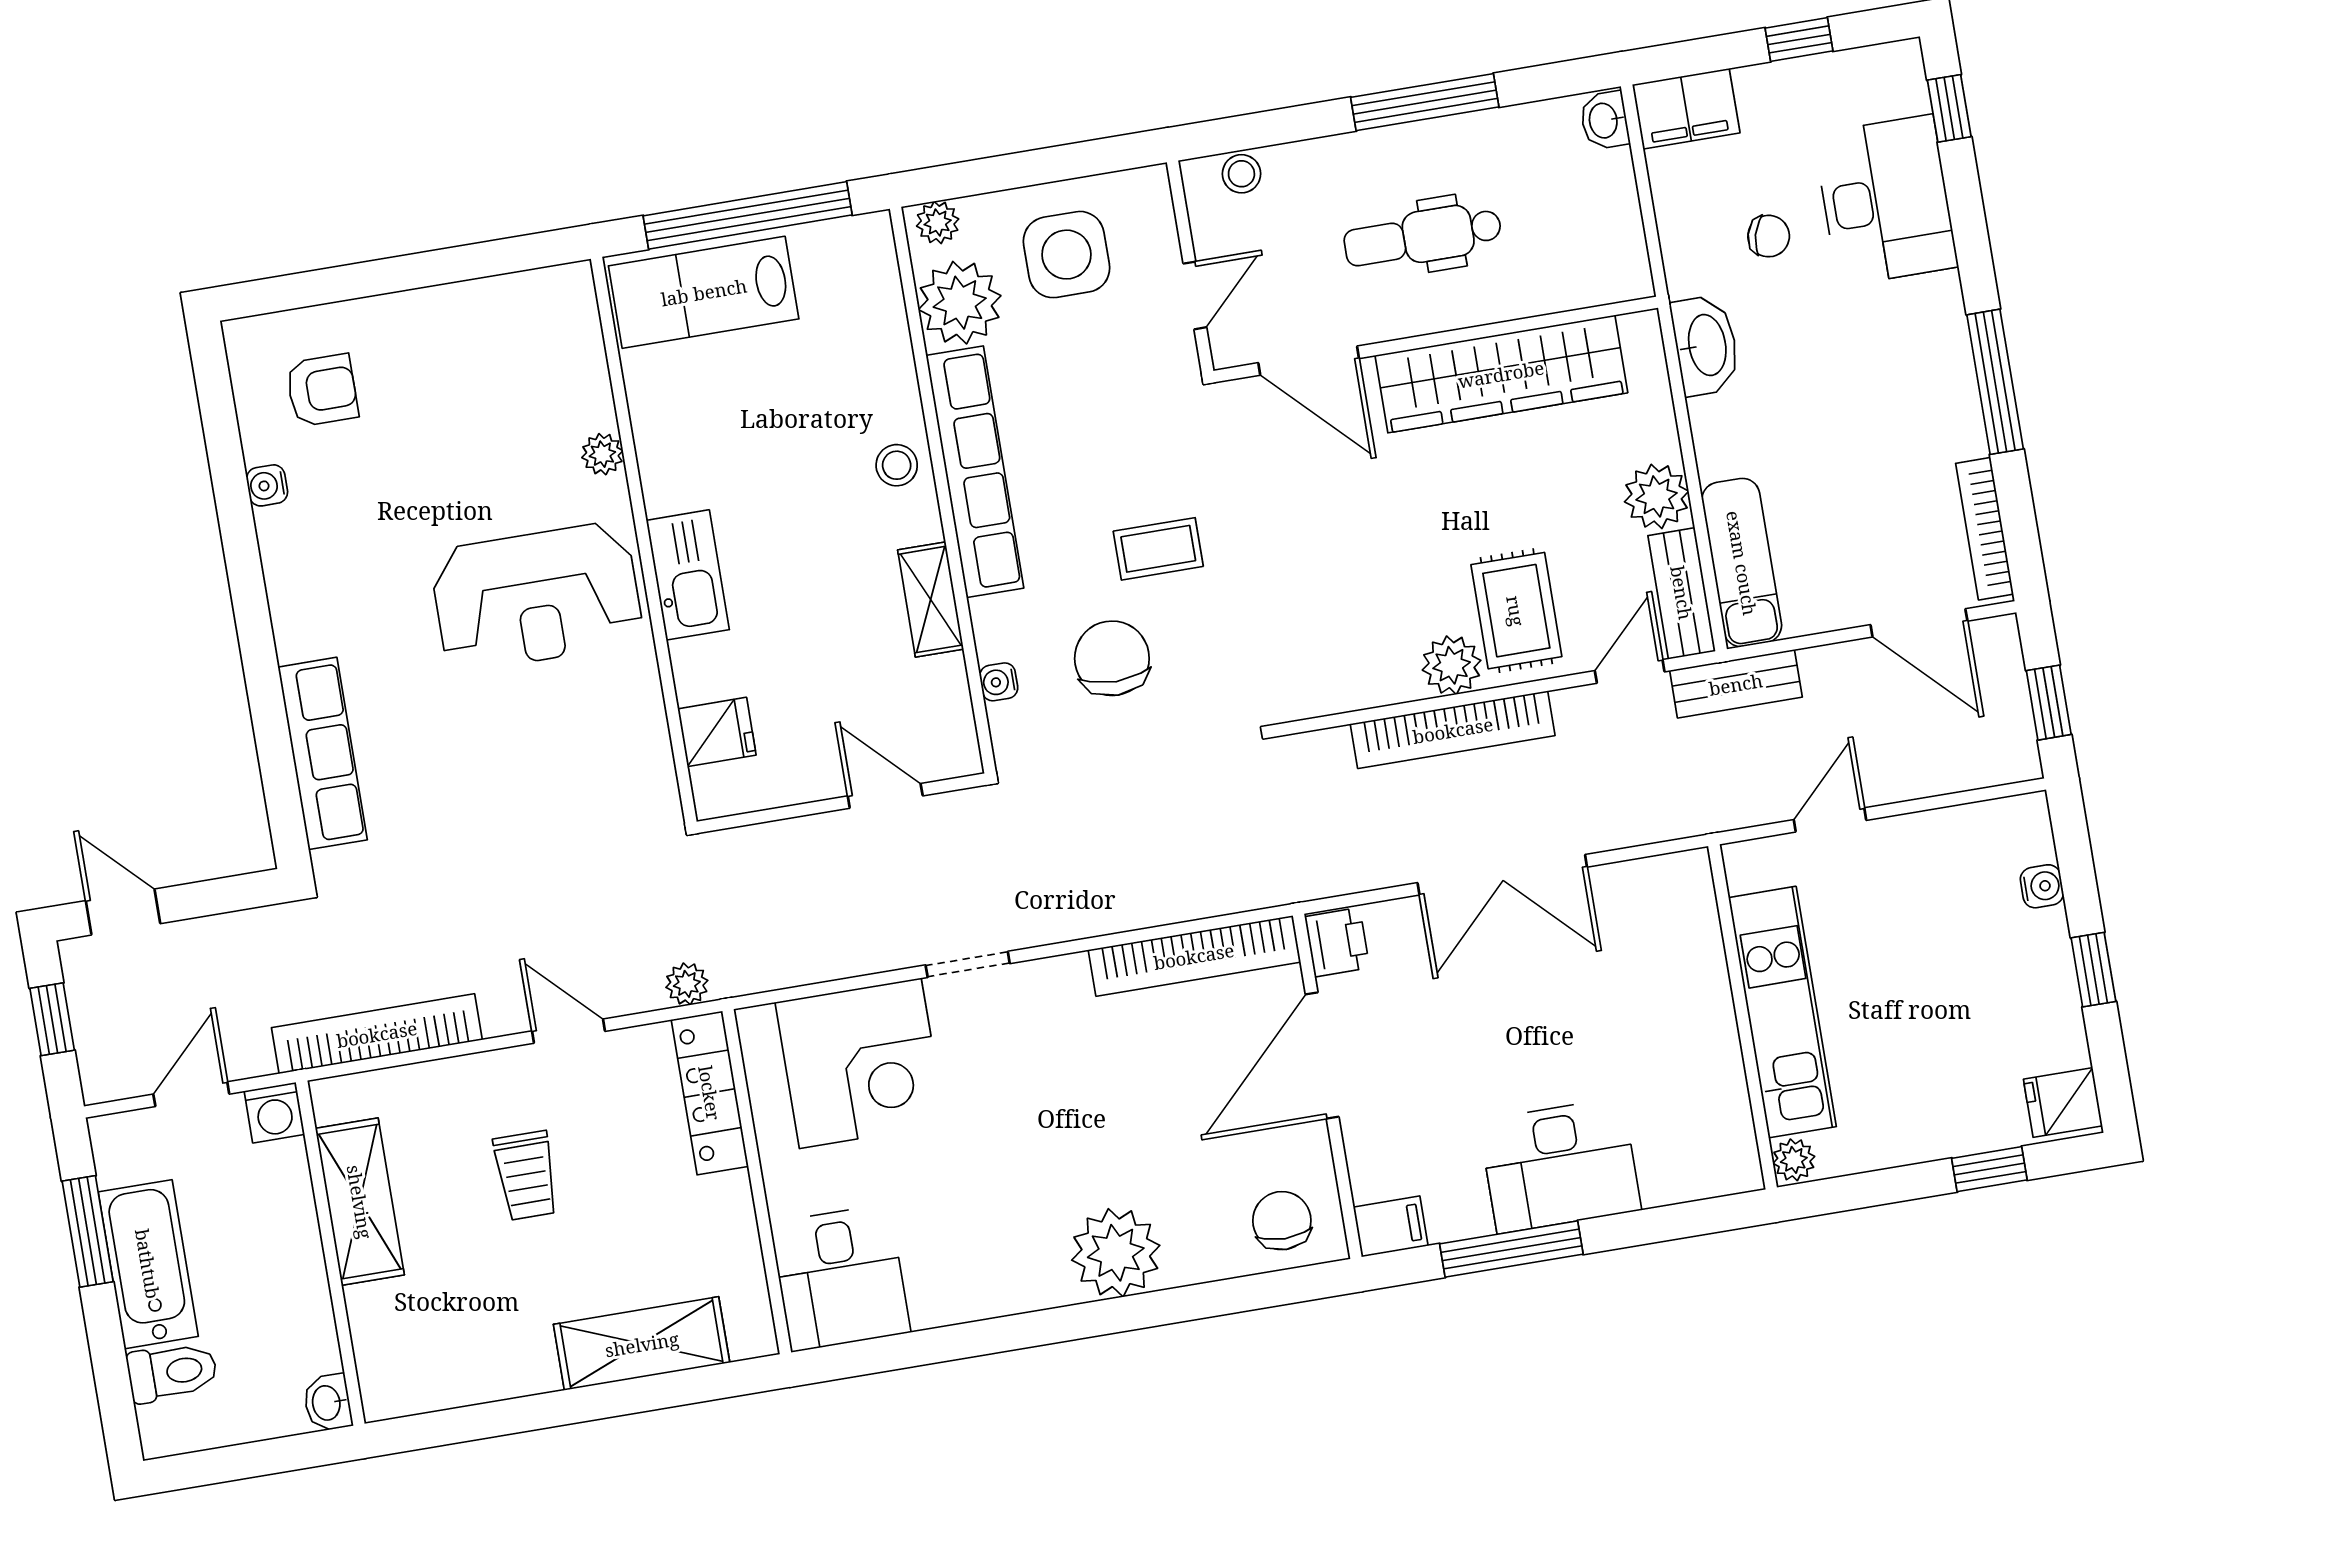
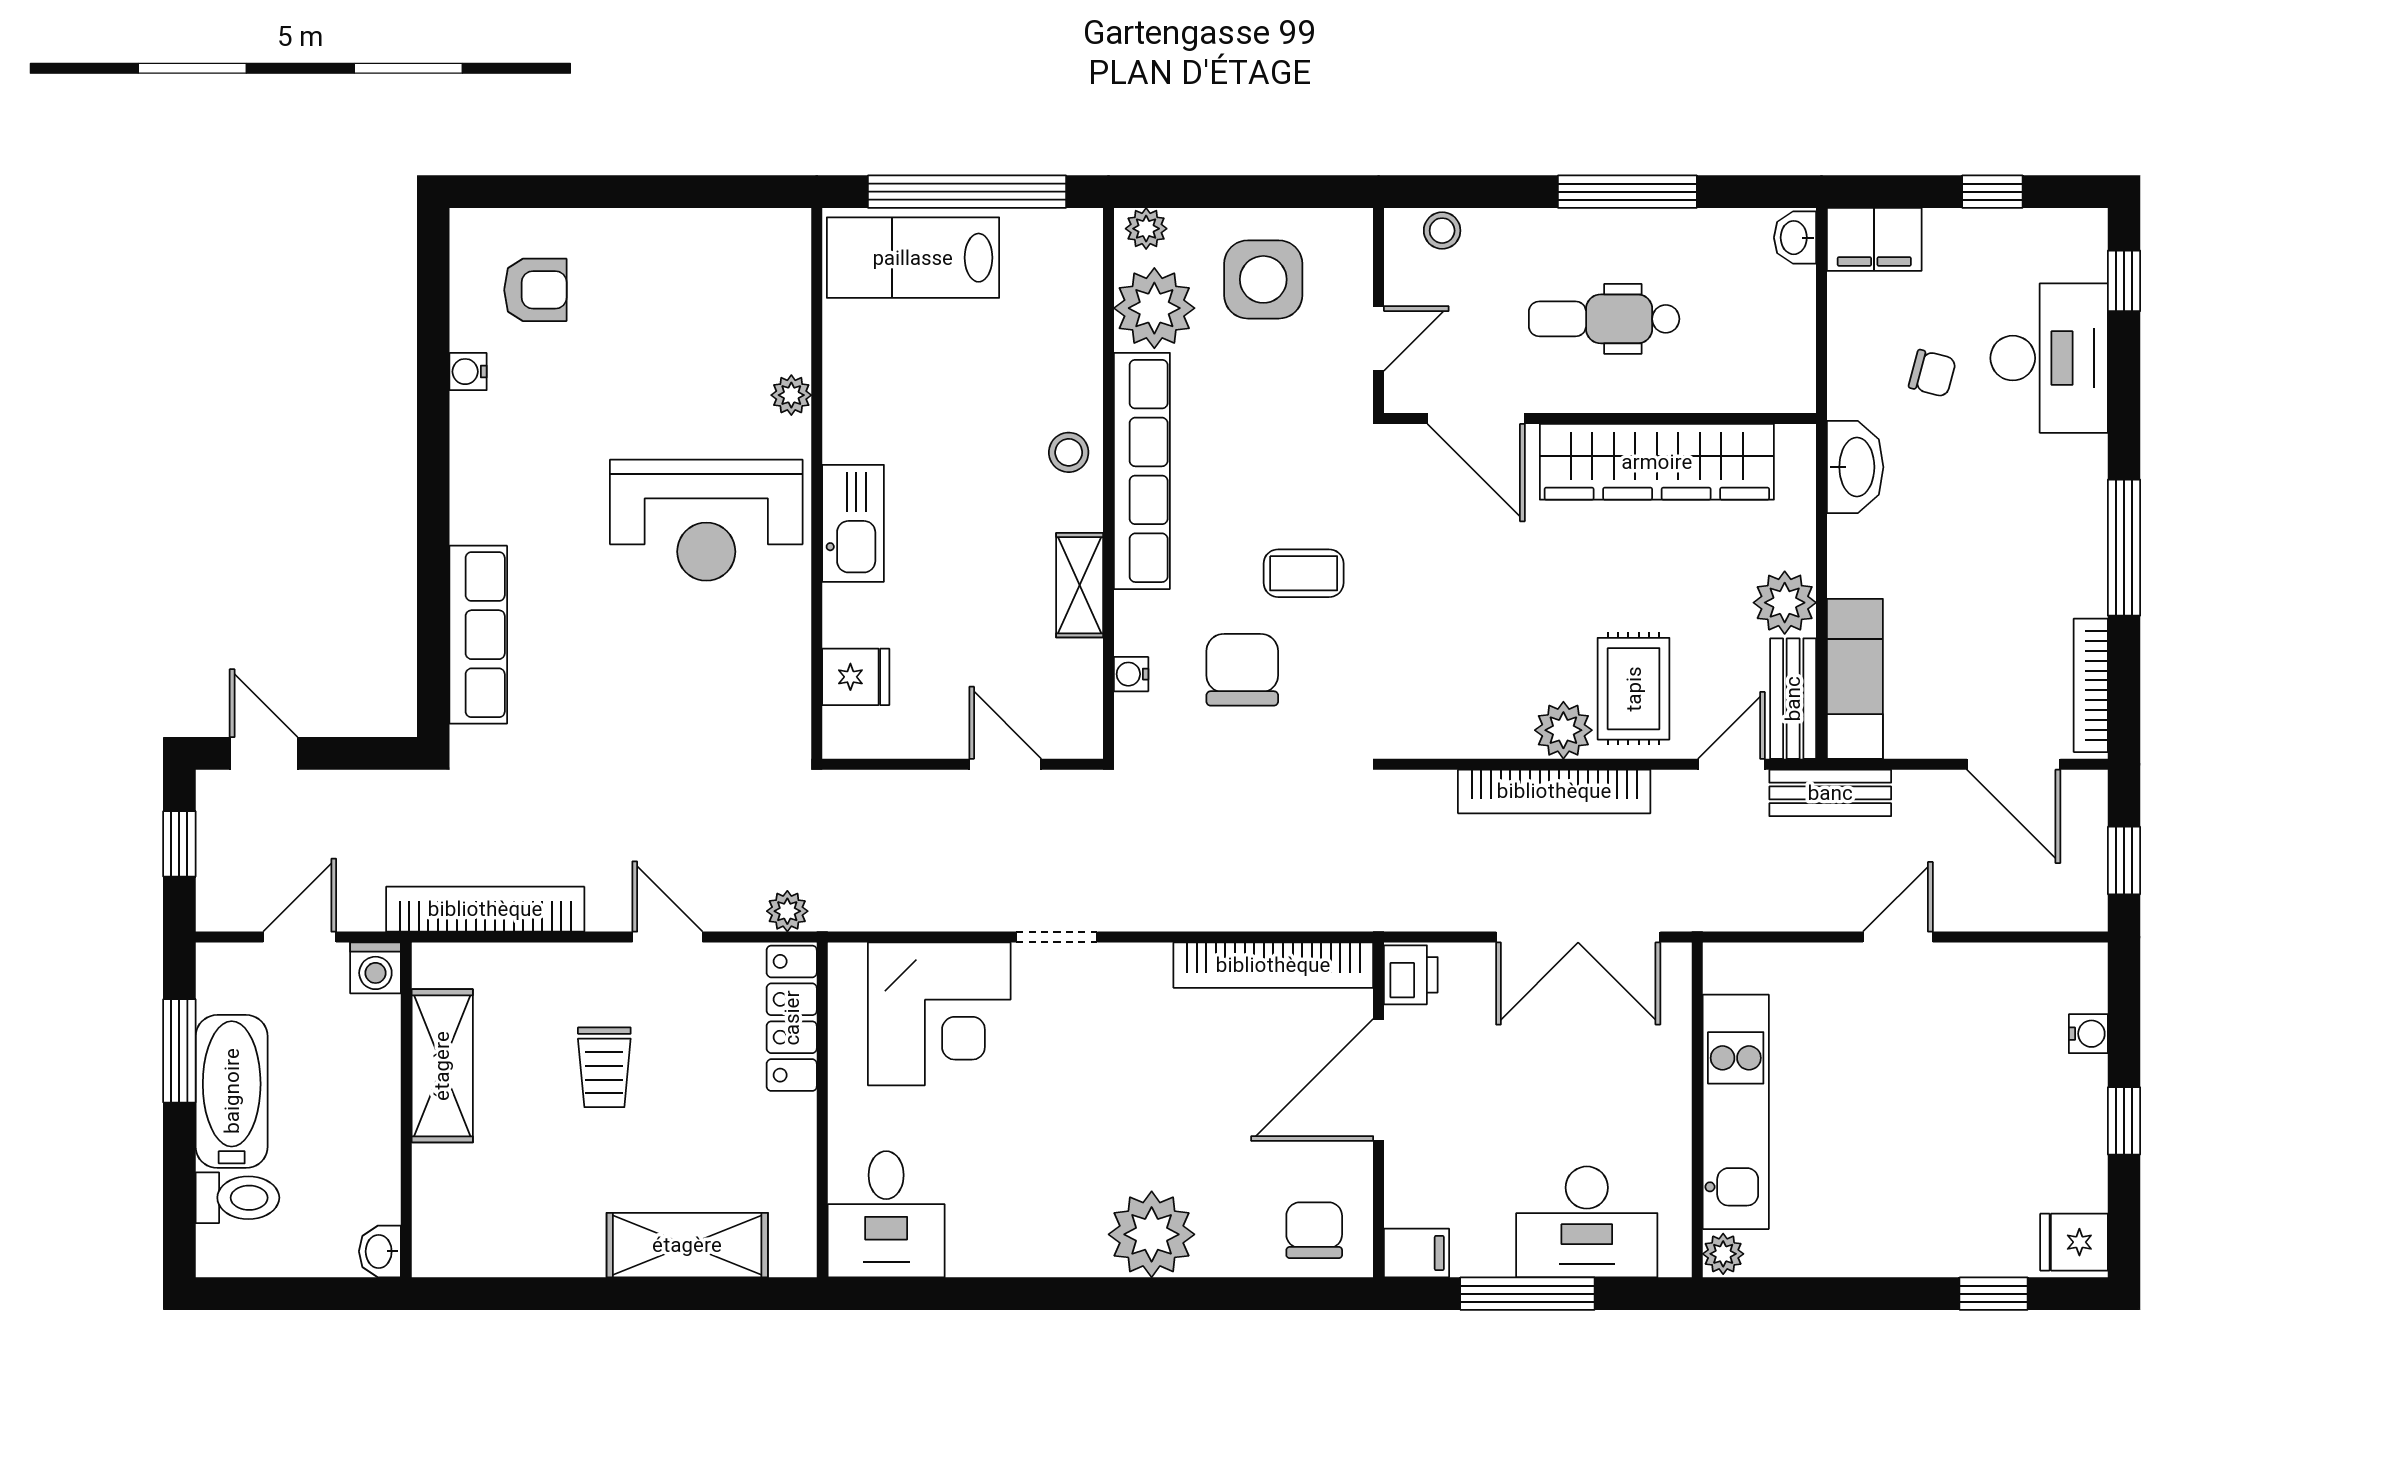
kitchen unit: (1782, 1012) -> (1736, 1112), moved
wall: (1743, 1017) -> (1697, 1110), moved
plant: (1794, 1160) -> (1723, 1254), moved

